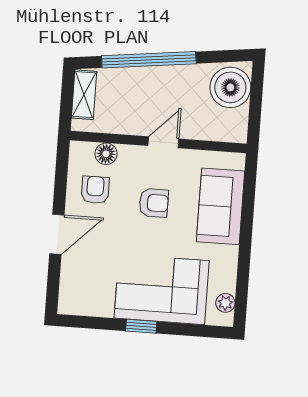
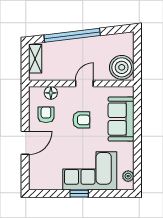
boiler: (230, 87) -> (122, 67), moved

